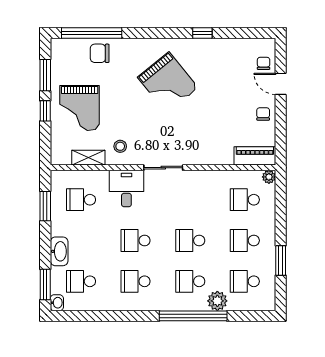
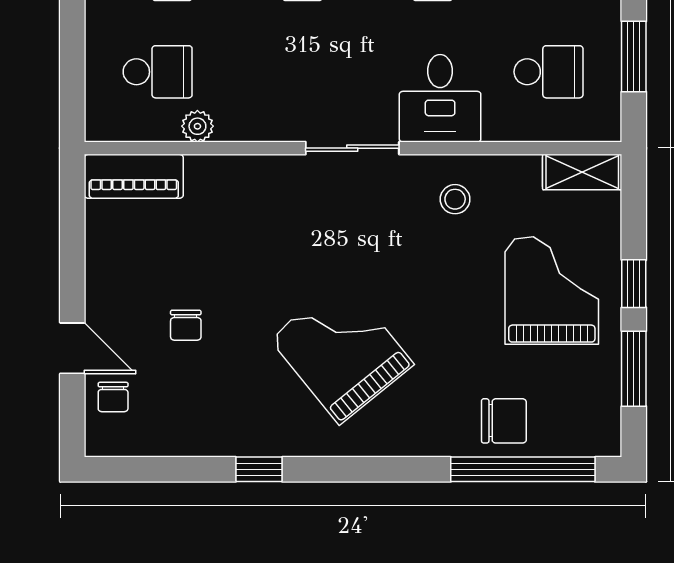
chair: (263, 114) -> (186, 325), moved
shelving: (88, 158) -> (582, 172), moved
plant: (269, 177) -> (197, 126), moved

